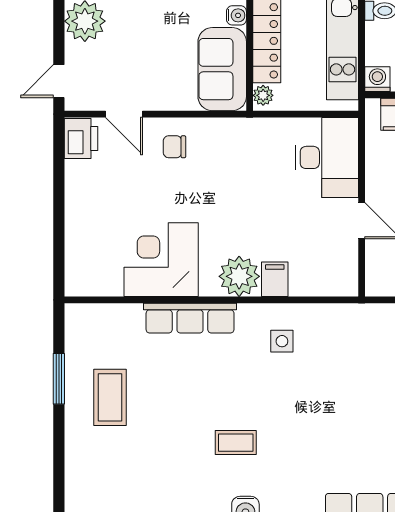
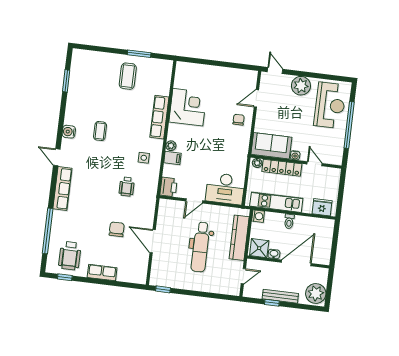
printer: (81, 139) -> (169, 187), moved, turned -90
plant: (239, 276) -> (171, 146), width x0.53, depth x0.53
wheelchair: (349, 370) -> (127, 187), added
coffee table: (110, 397) -> (128, 76), turned 90

